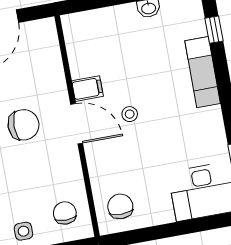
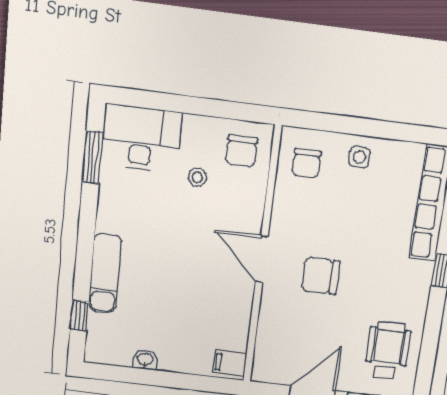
filing cabinet: (87, 89) -> (230, 363), moved
stool: (130, 114) -> (197, 177), moved

